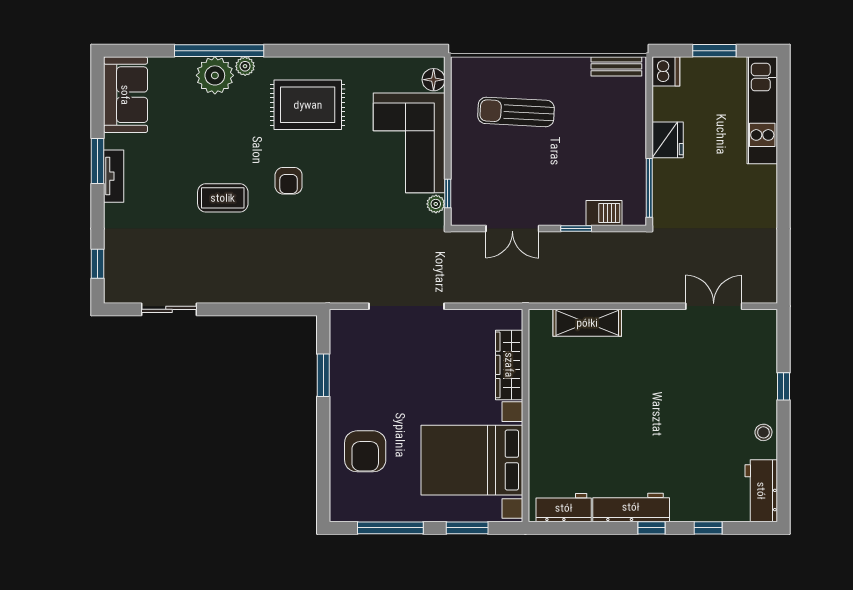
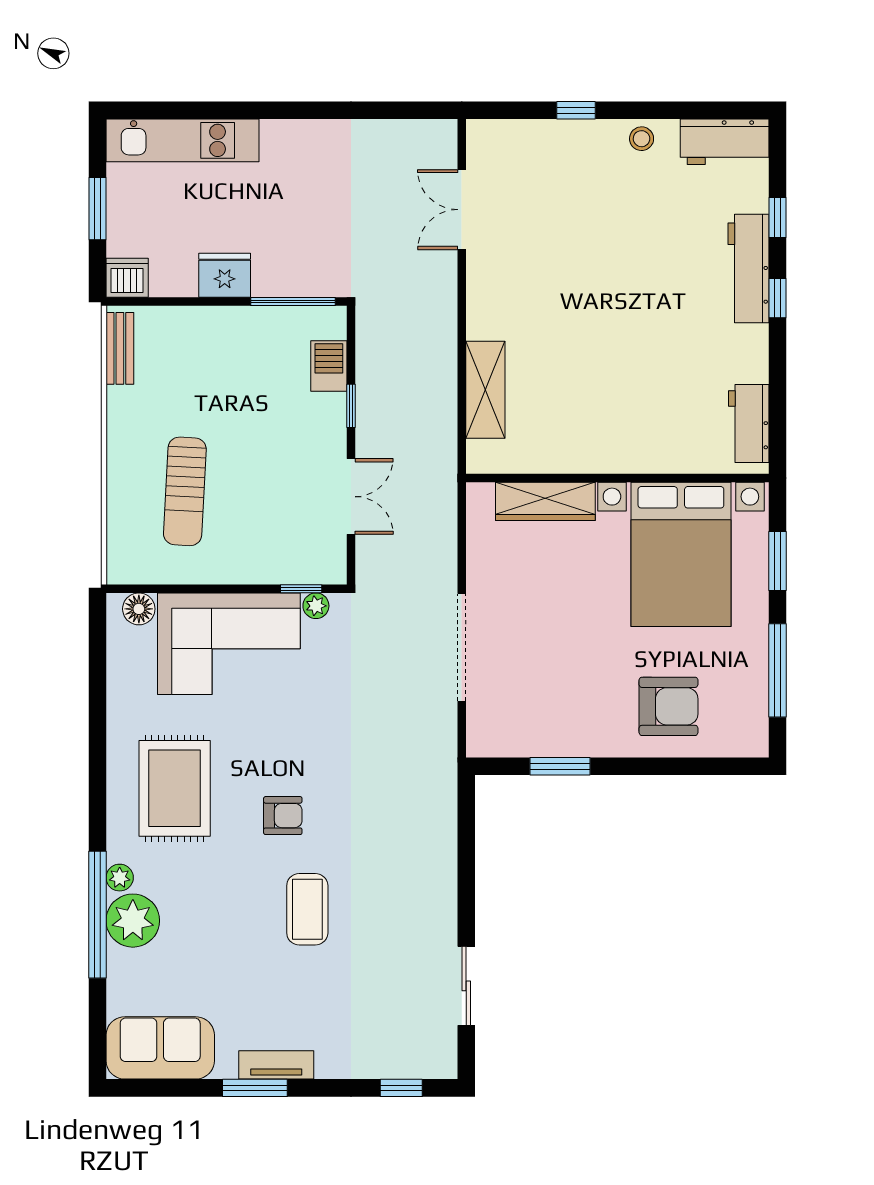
workbench: (631, 507) -> (749, 268), moved

